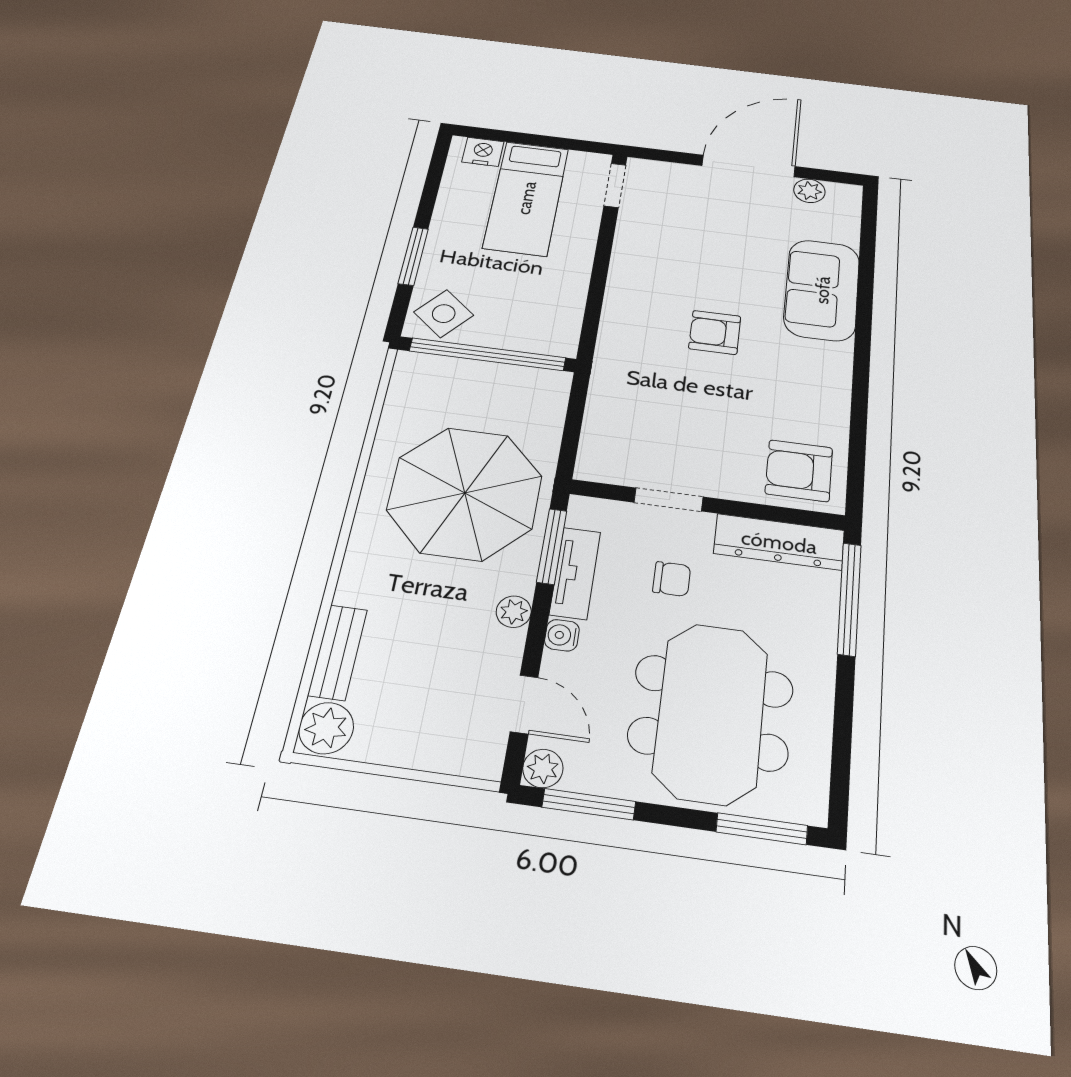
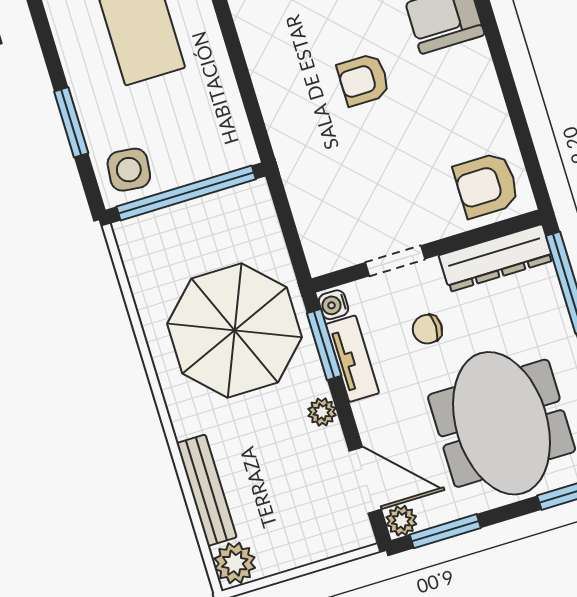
side table: (444, 314) -> (129, 170), turned -34
chair: (672, 579) -> (427, 329), turned 180
water cooler: (562, 635) -> (334, 305), moved
bench: (338, 652) -> (207, 490), width x1.36
door: (524, 704) -> (365, 480), width x1.38

